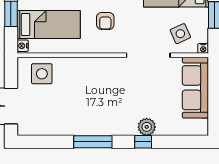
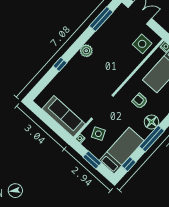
plant: (147, 127) -> (86, 51), moved
window: (93, 142) -> (101, 19), moved

